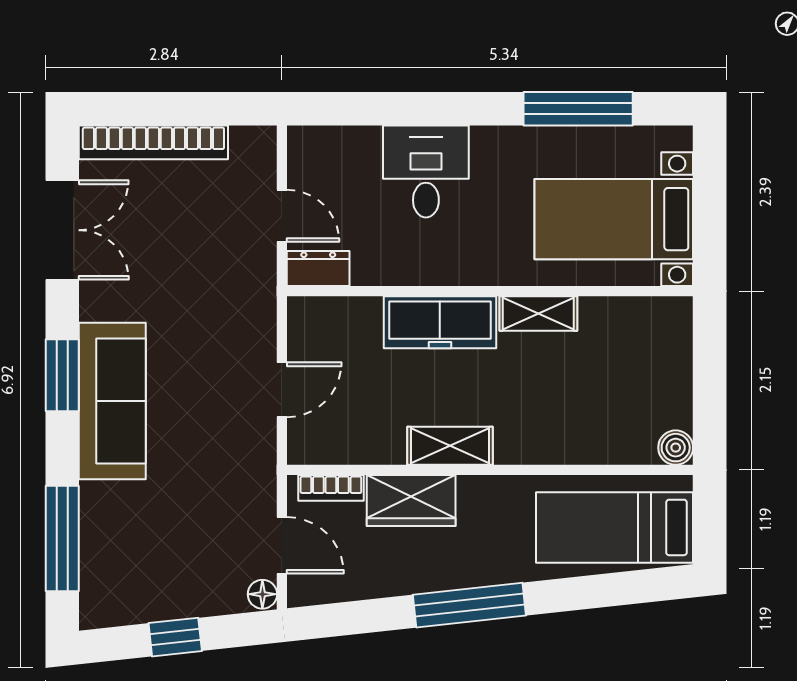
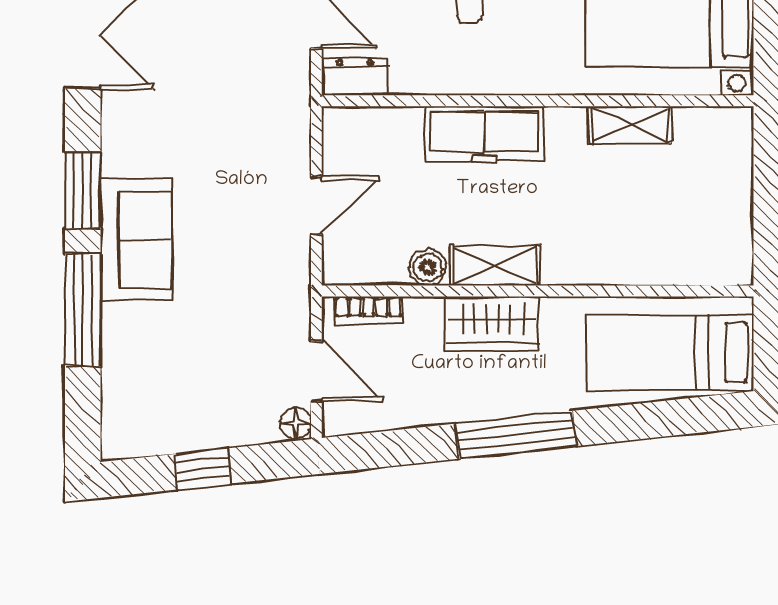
shelving: (538, 313) -> (630, 125), moved
sofa: (112, 401) -> (136, 240), width x0.73
boiler: (676, 448) -> (428, 267), moved
wardrobe: (411, 501) -> (492, 324), moved
window: (62, 539) -> (83, 310), moved

